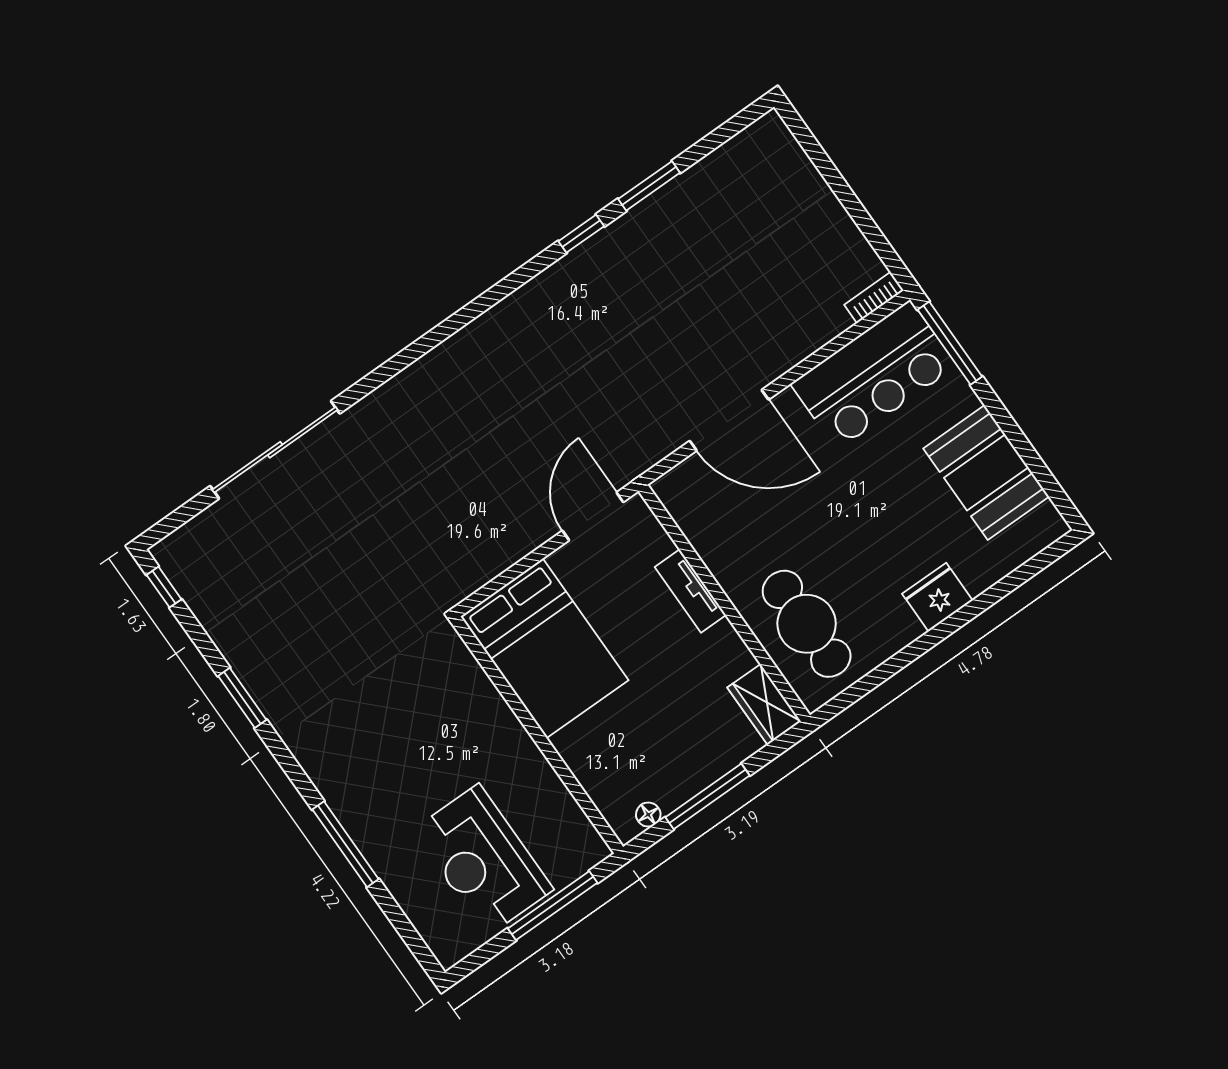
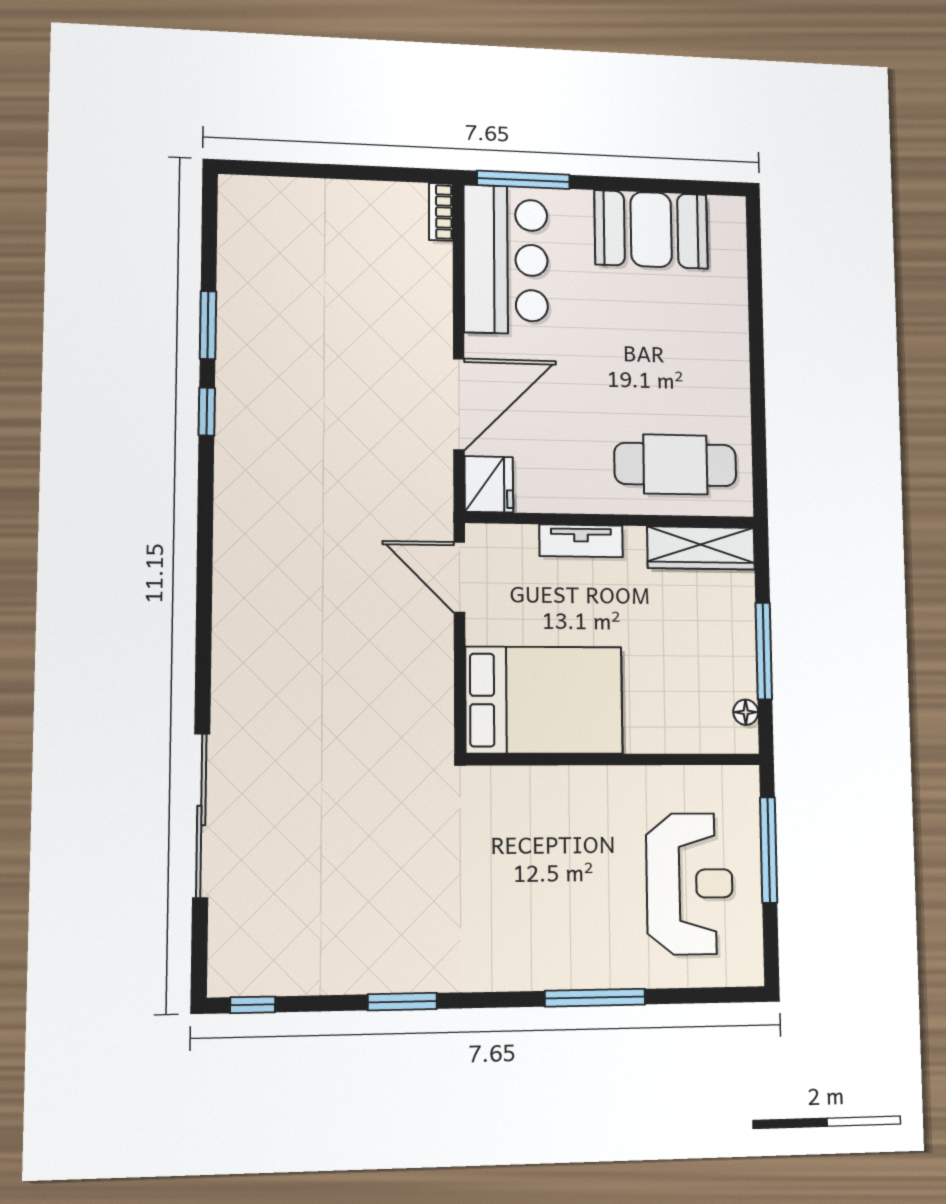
fridge: (937, 597) -> (489, 484), moved, turned 180
wardrobe: (764, 704) -> (701, 548), width x1.50
reception desk: (483, 860) -> (690, 884), turned -90

